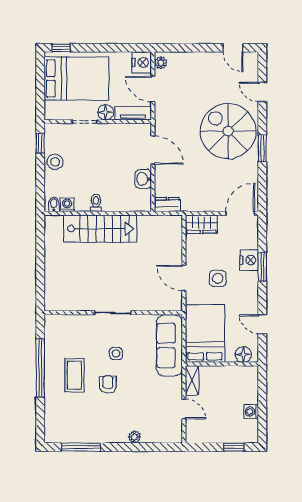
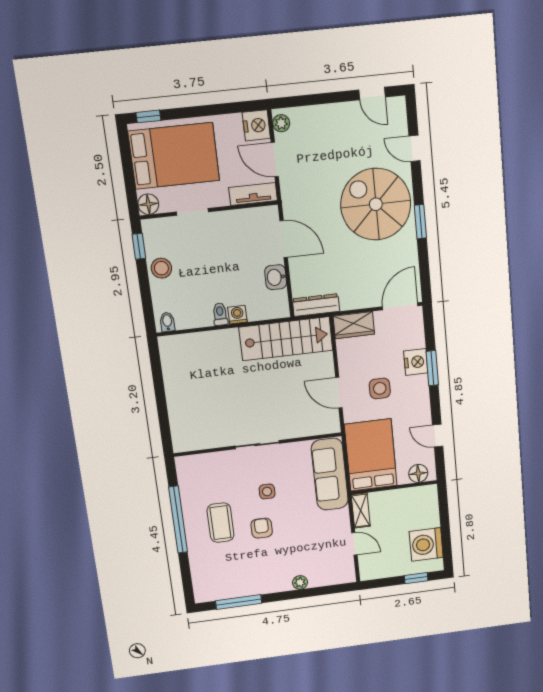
floor lamp: (106, 112) -> (148, 204), moved
washing machine: (67, 205) -> (237, 315), moved
dresser: (167, 205) -> (316, 305), width x1.44
stairs: (100, 229) -> (286, 339), moved
washing machine: (251, 412) -> (426, 544), width x1.89, depth x1.89

